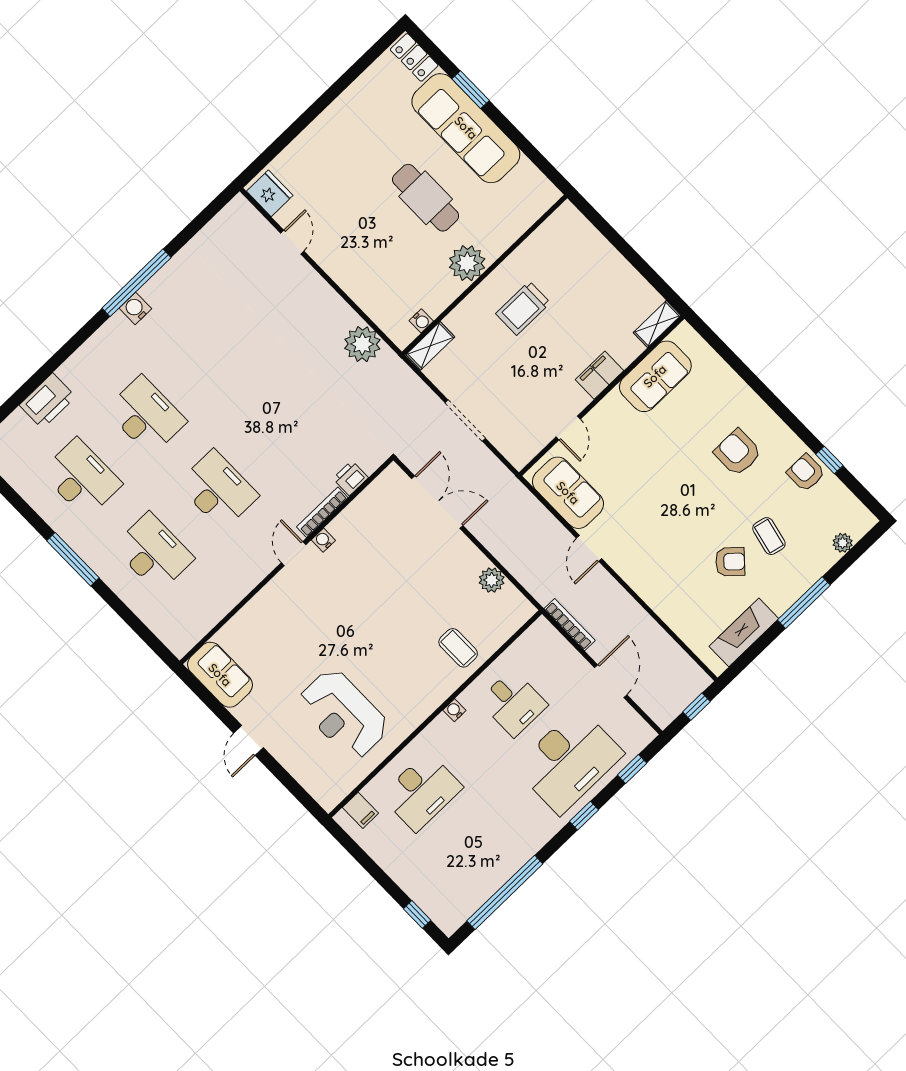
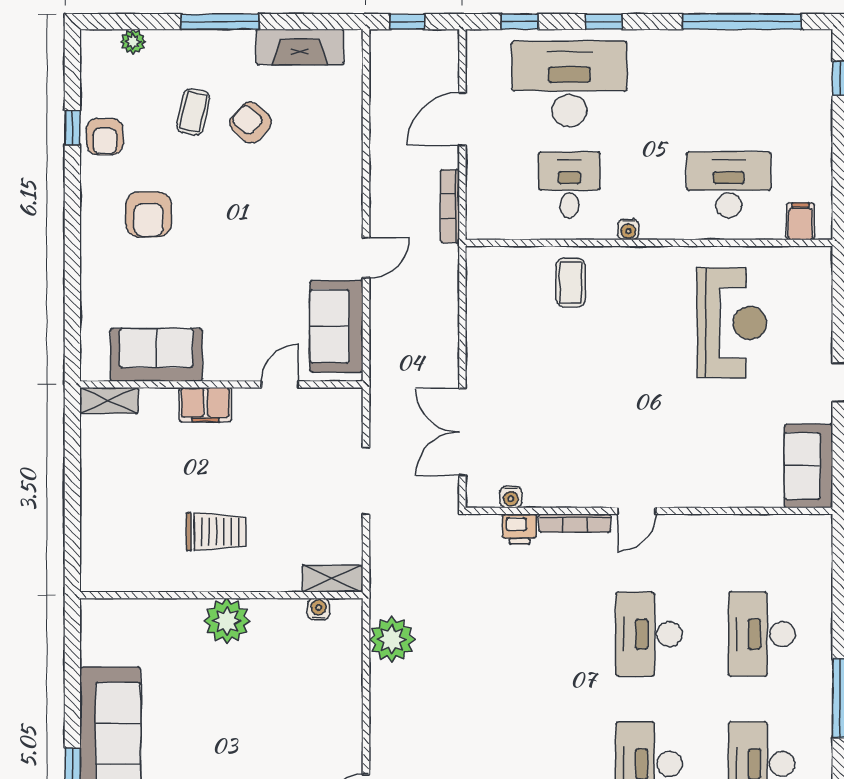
cafe table: (426, 198) -> (207, 716), removed
water cooler: (323, 540) -> (511, 497), moved
plant: (492, 580) -> (481, 314), removed

